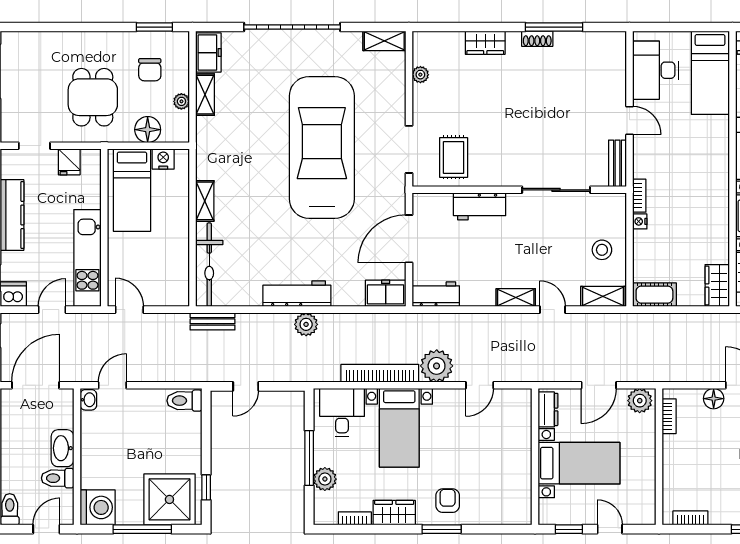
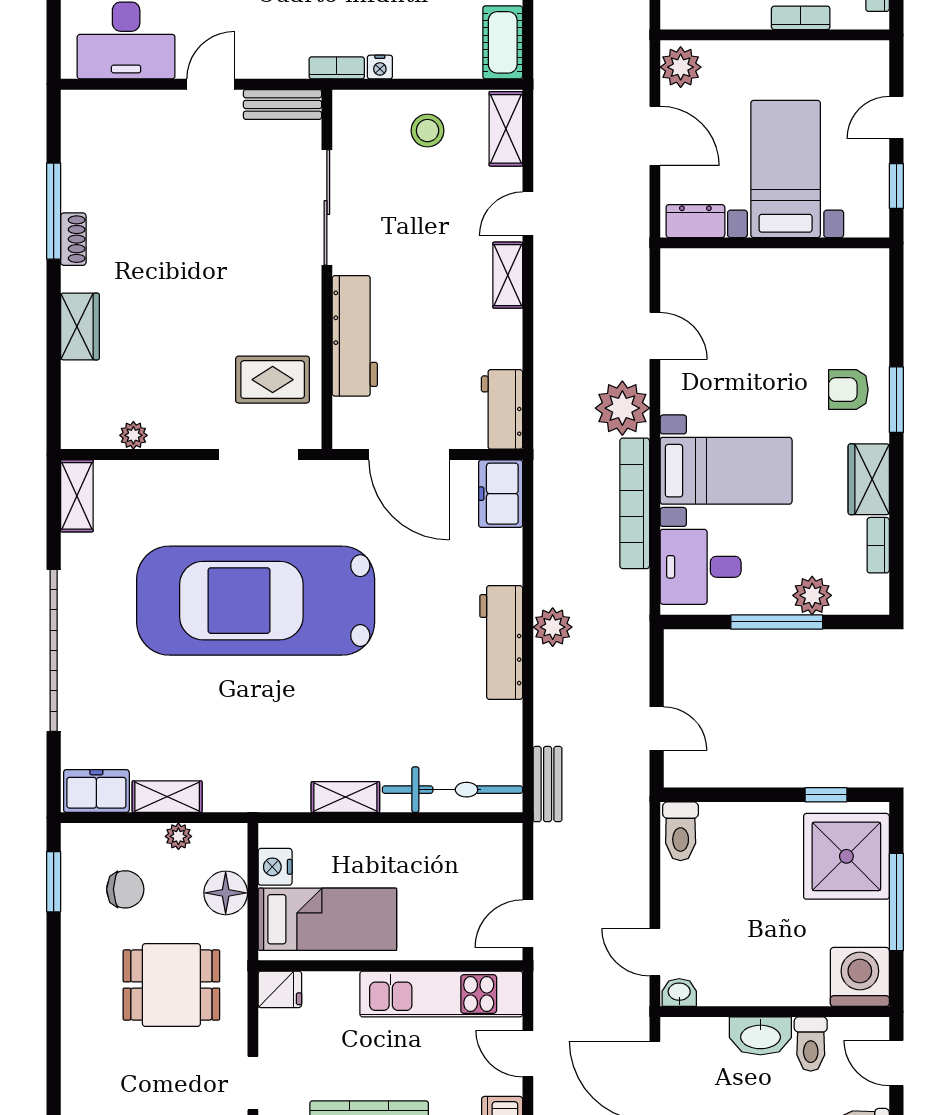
fridge: (69, 162) -> (280, 989), moved
workbench: (480, 206) -> (355, 336), width x1.38
bookcase: (669, 416) -> (801, 18), moved

